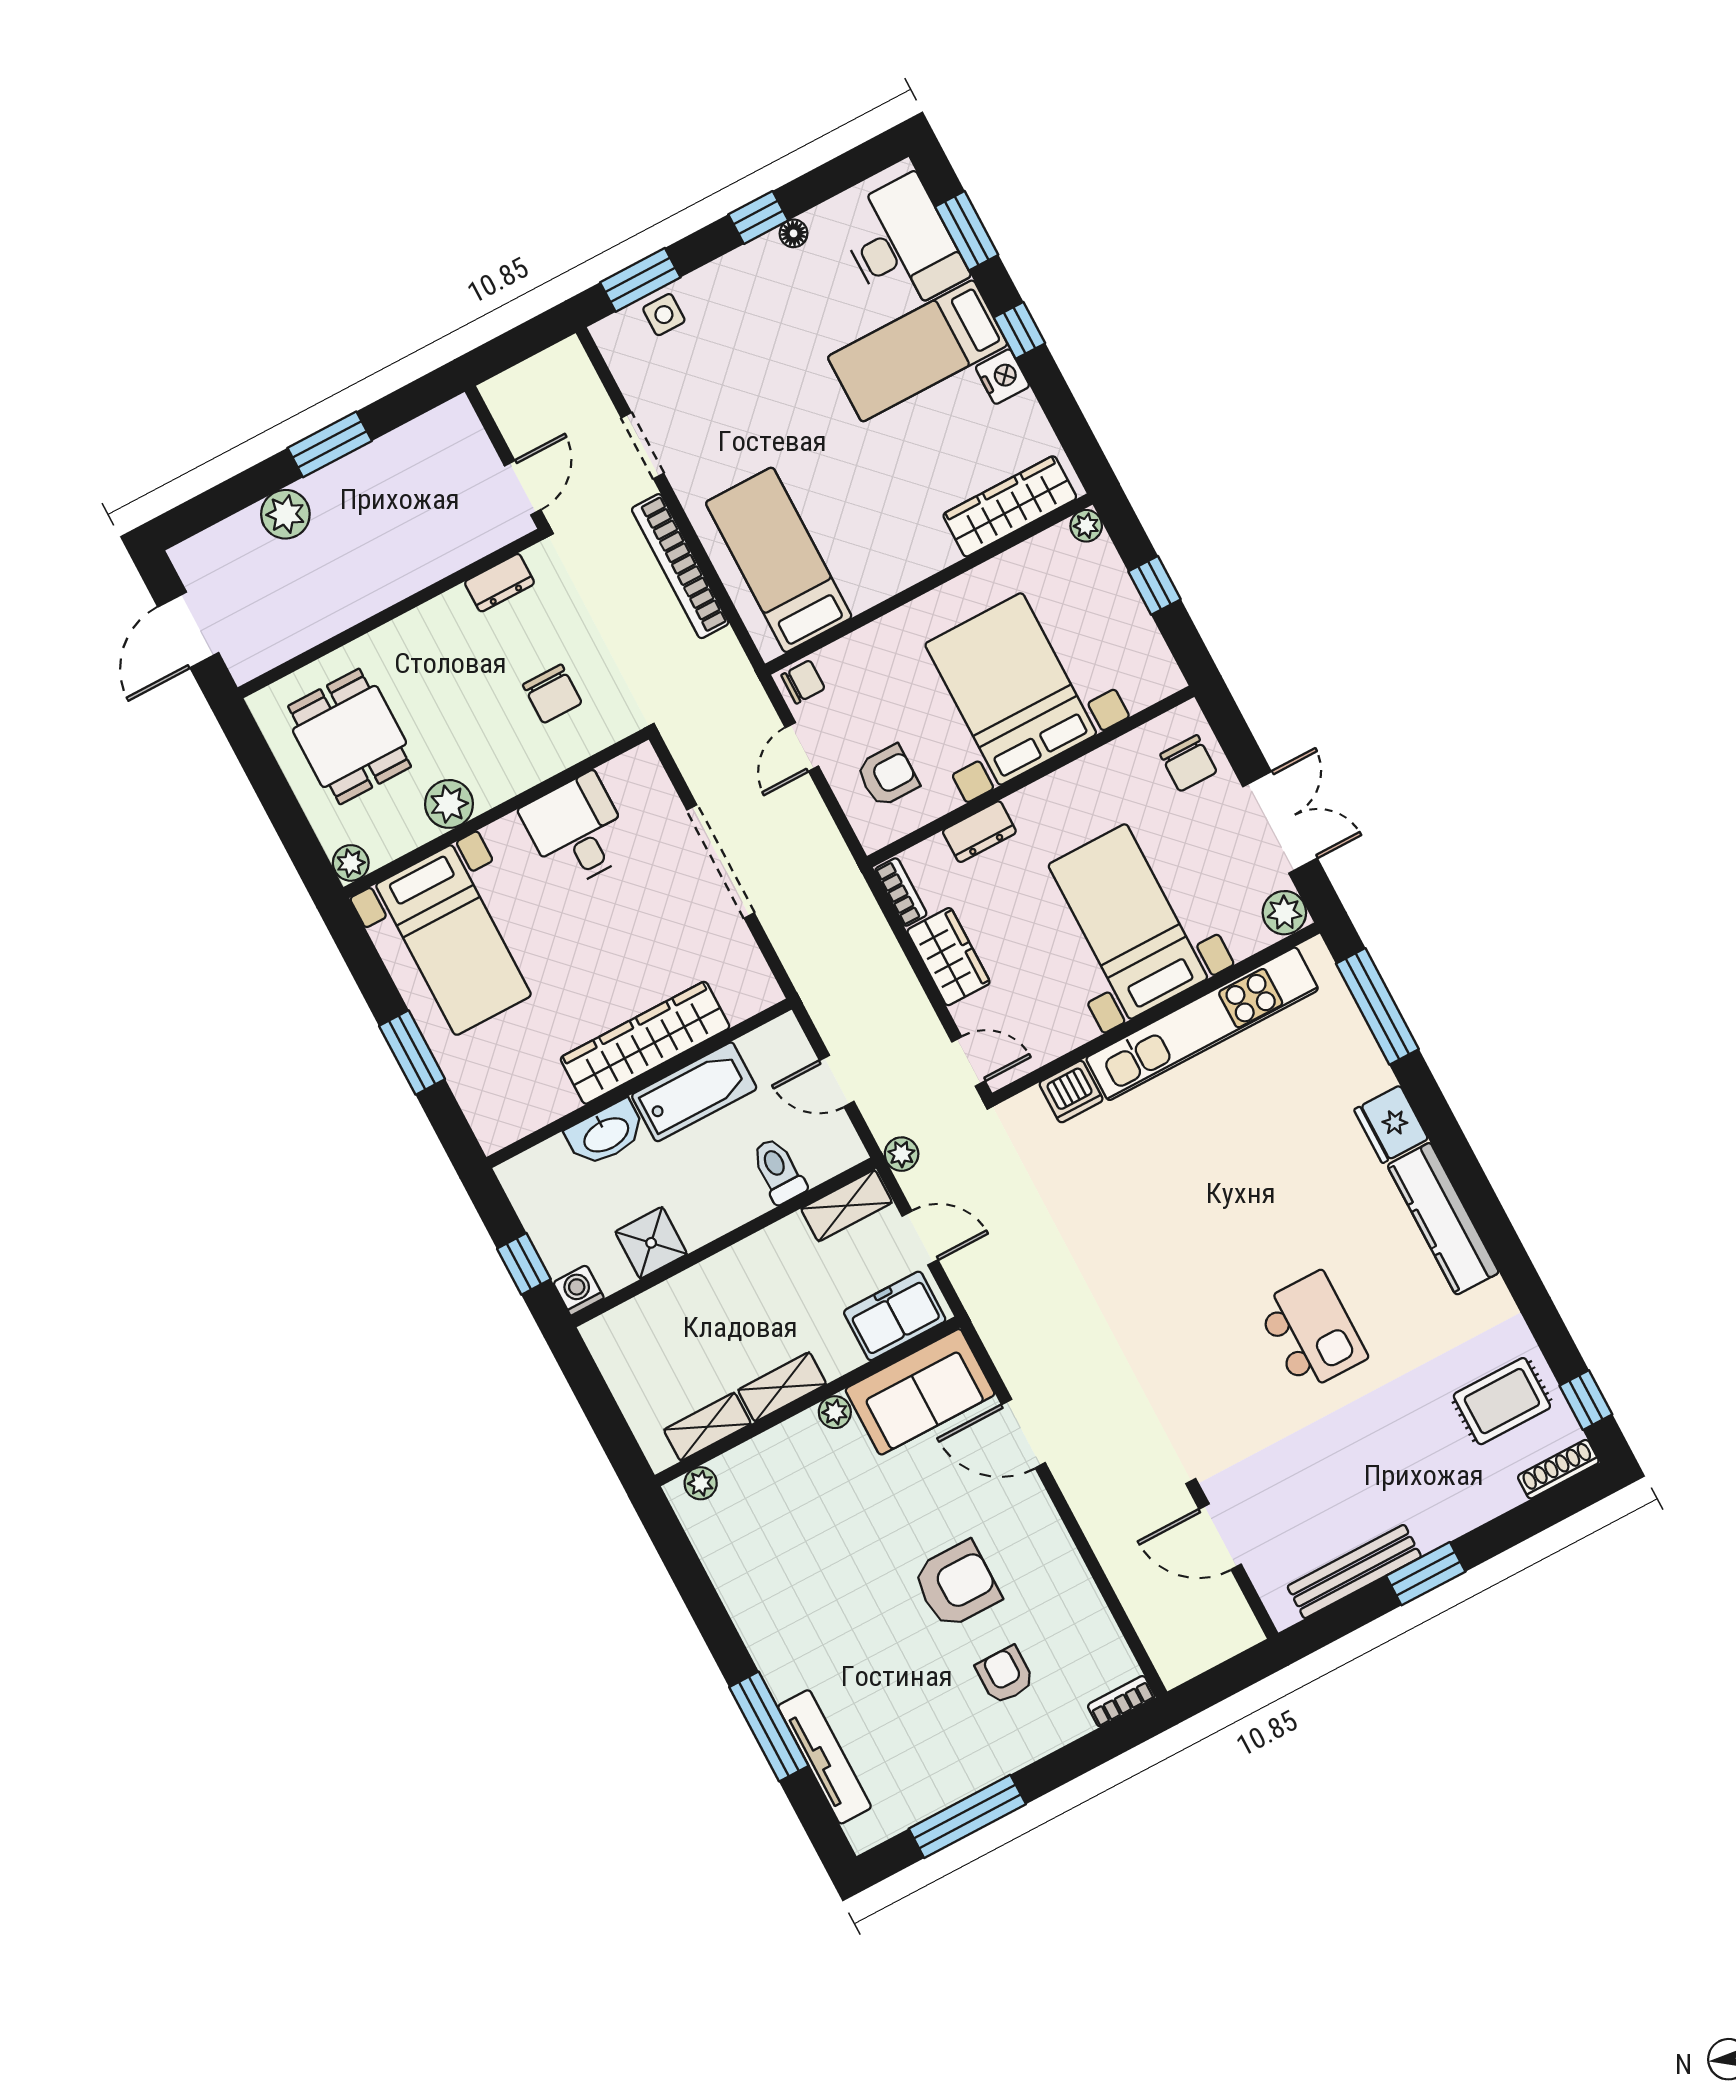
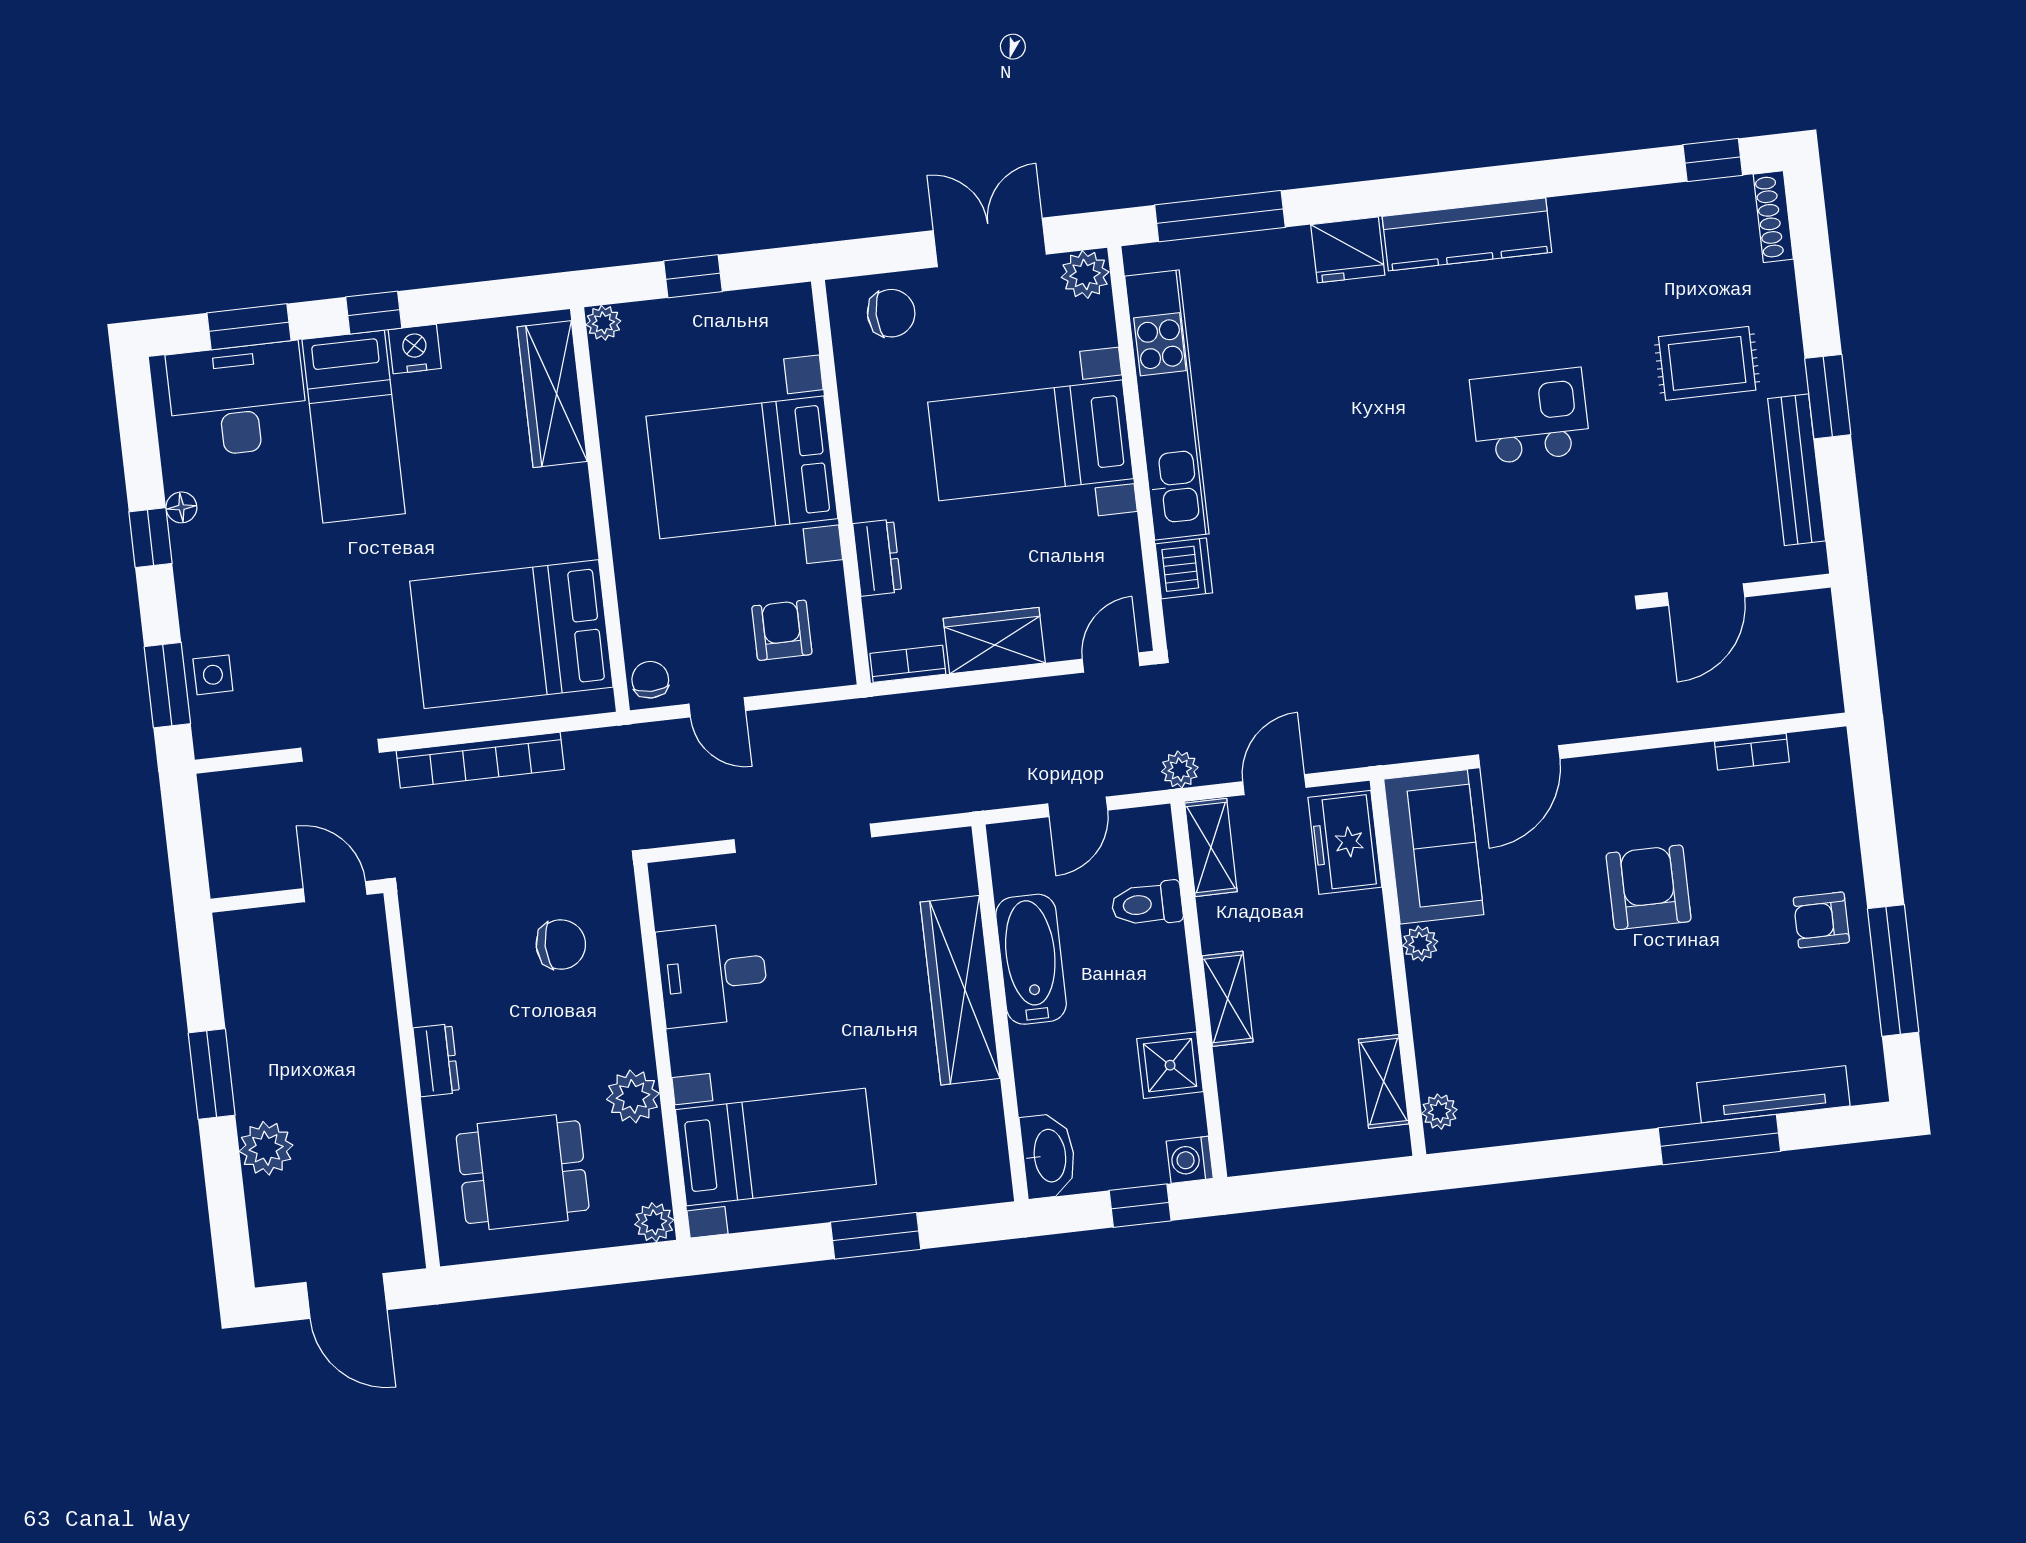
bed: (779, 560) -> (511, 634), width x1.50
dresser: (500, 583) -> (436, 1060), moved
washbasin: (606, 1134) -> (1048, 1156), moved
shelving: (782, 1387) -> (1228, 999), moved
rug: (1502, 1401) -> (1707, 363), moved, turned 90
armchair: (1005, 1675) -> (1821, 920), moved
bookcase: (1121, 1701) -> (1752, 752), moved, turned -90

